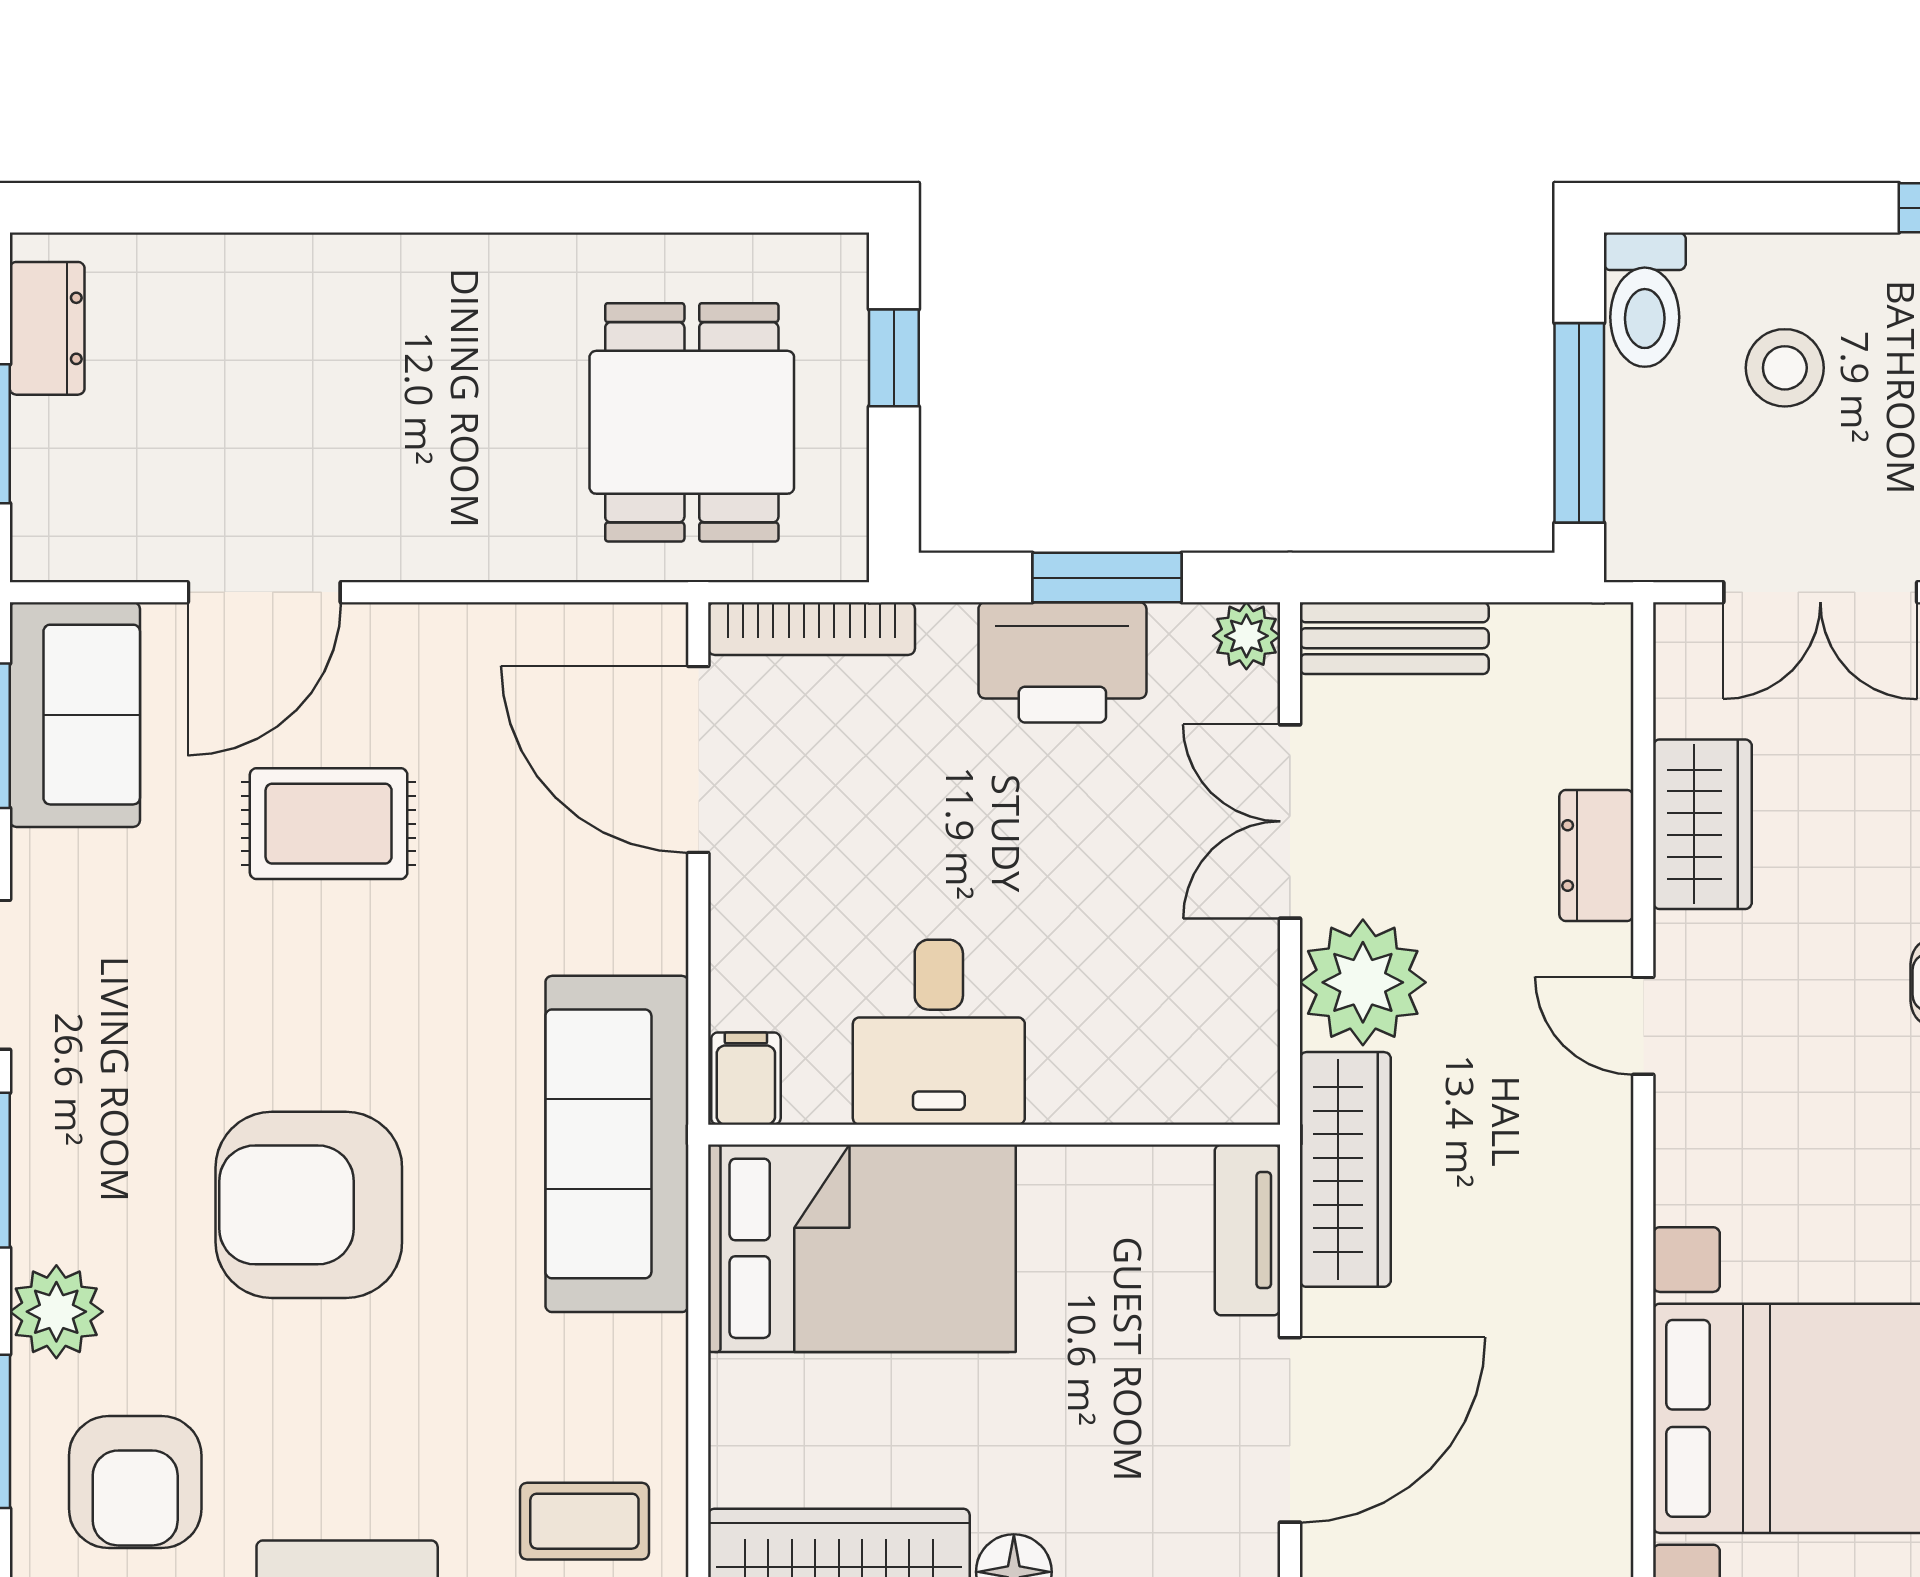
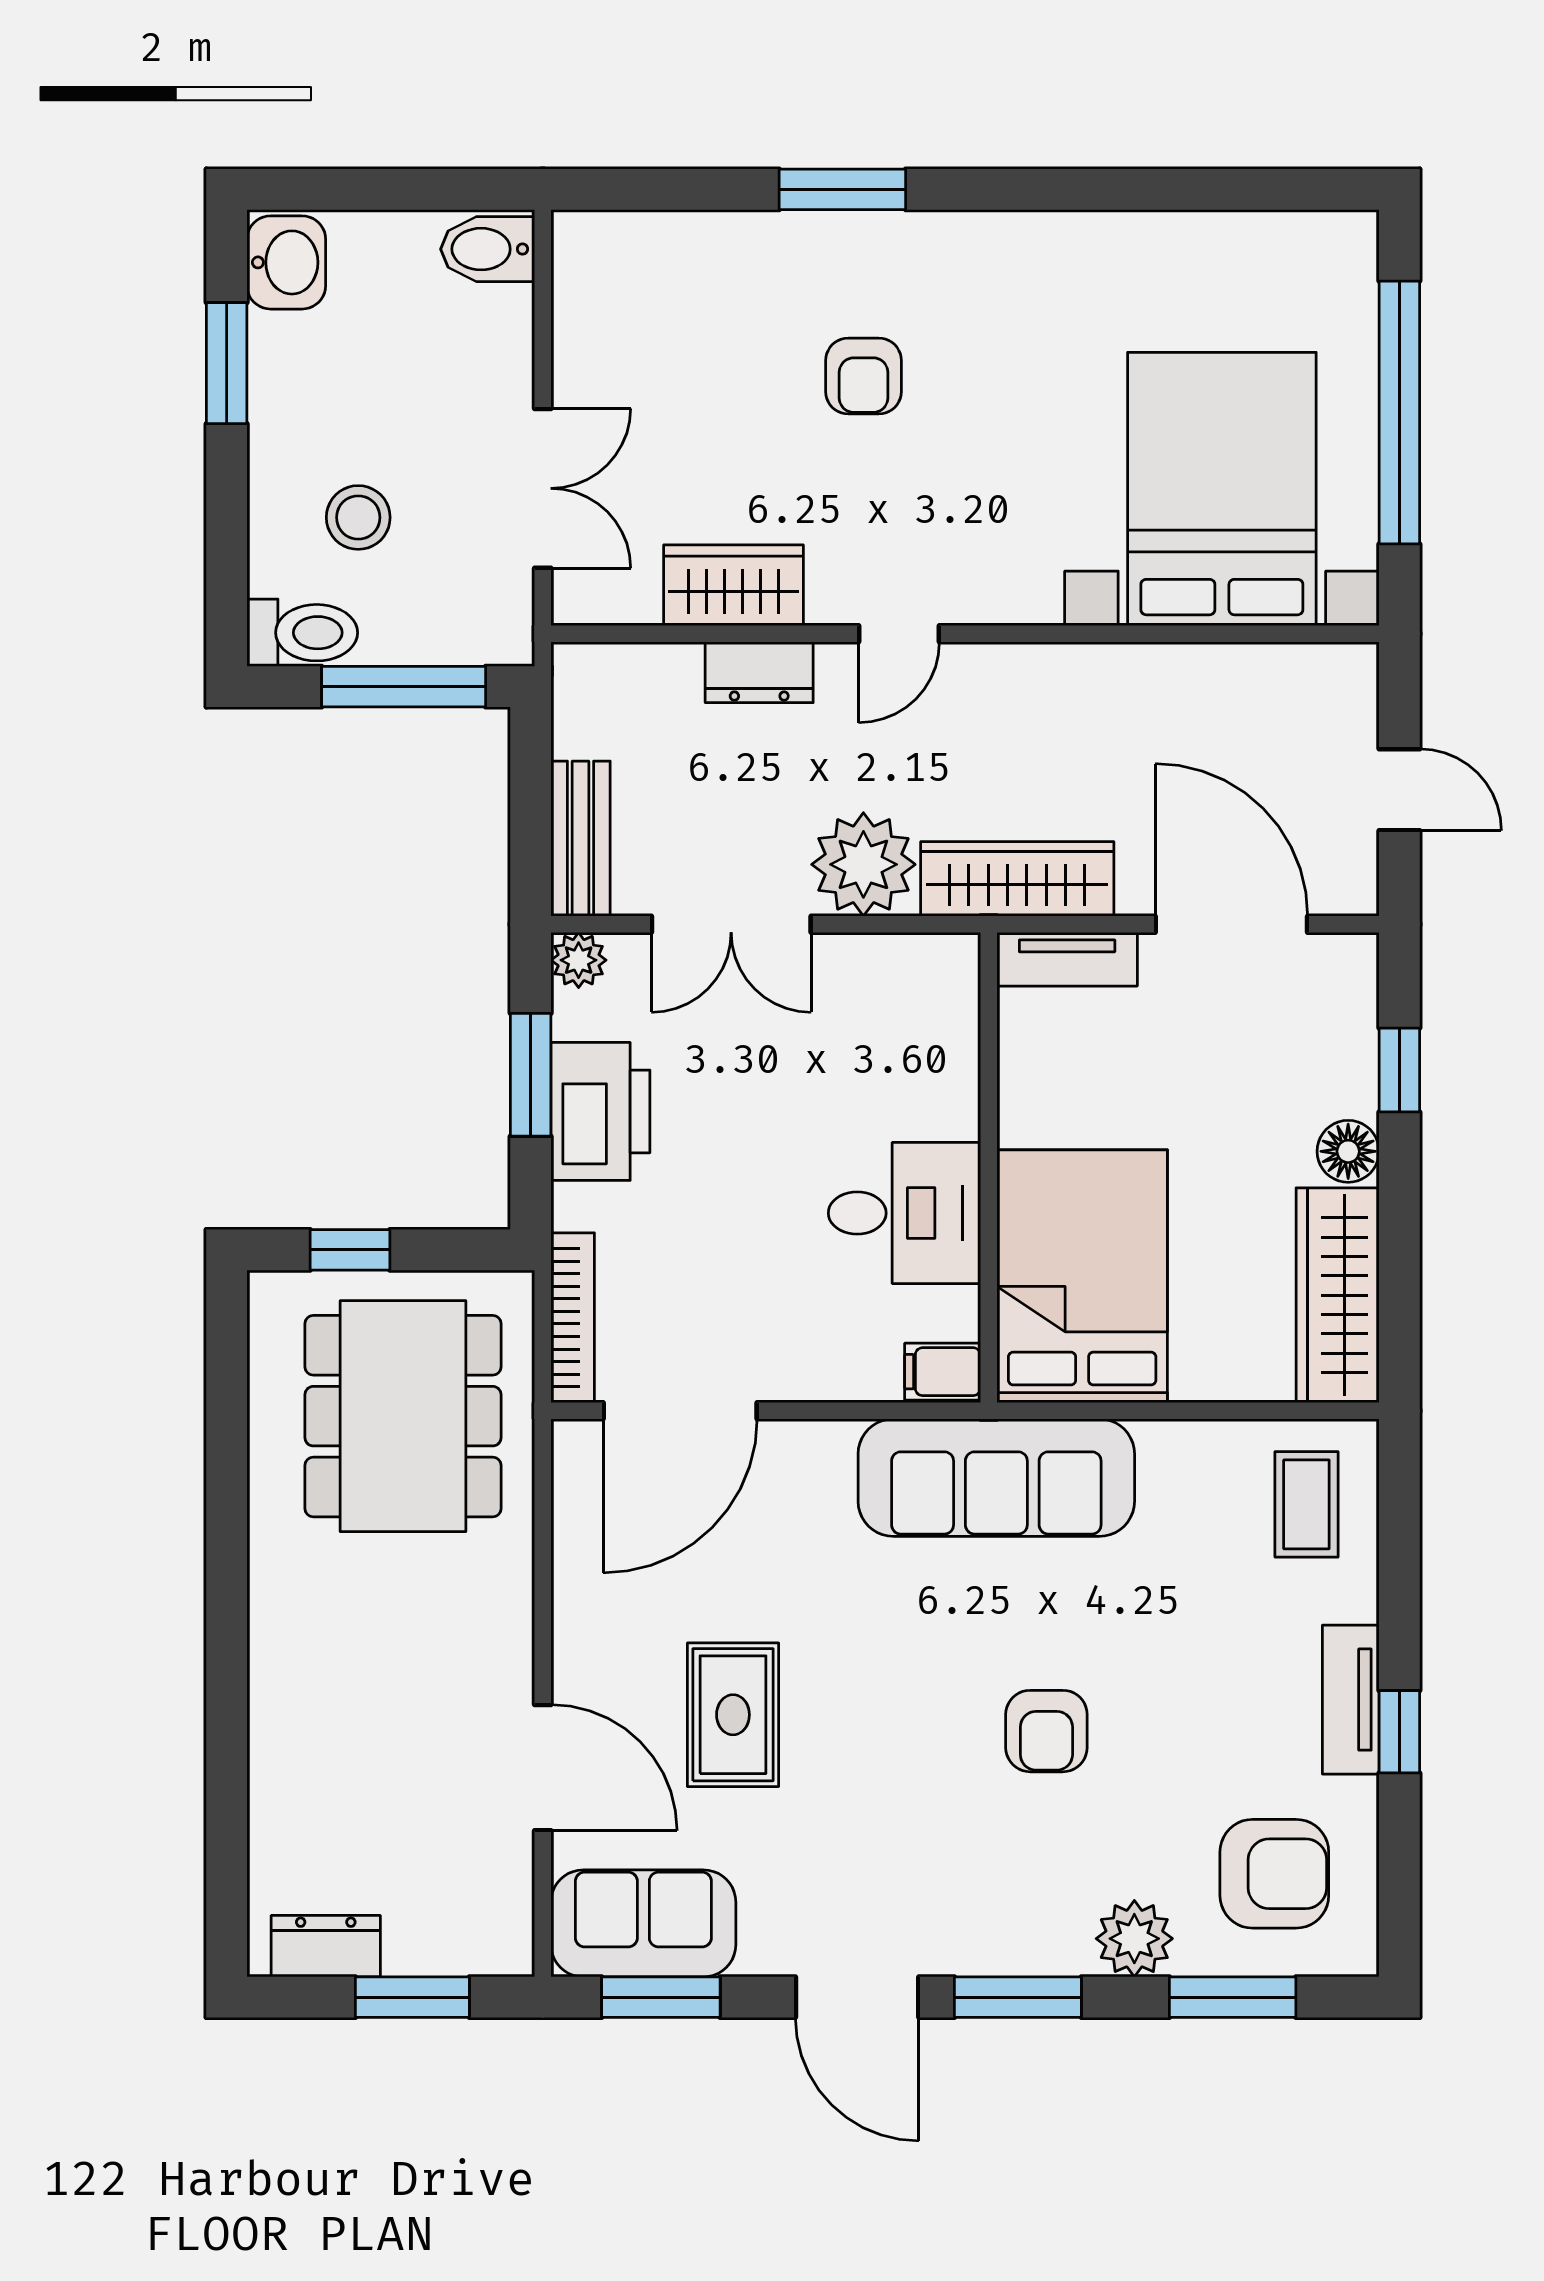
dining table: (692, 422) -> (403, 1416), width x1.38
armchair: (309, 1205) -> (1046, 1731), width x0.53, depth x0.53

